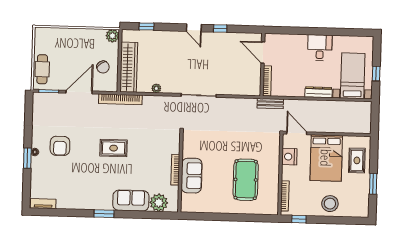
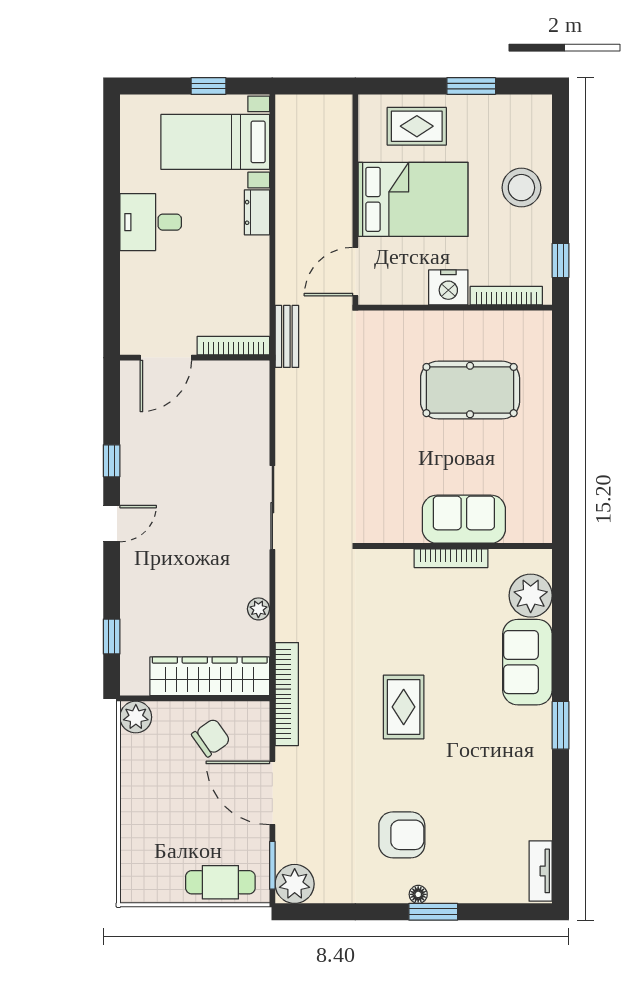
dresser: (318, 92) -> (257, 212), width x0.70
plant: (41, 100) -> (295, 884), added
nightstand: (289, 157) -> (448, 287), moved

